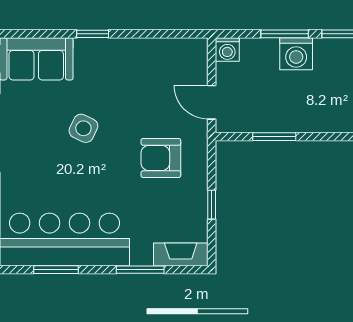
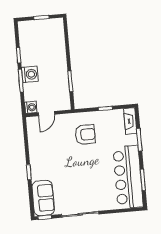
door: (212, 102) -> (46, 114), moved
side table: (83, 128) -> (74, 173), removed
armchair: (161, 158) -> (85, 135), turned -90

